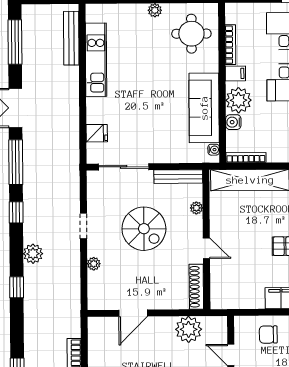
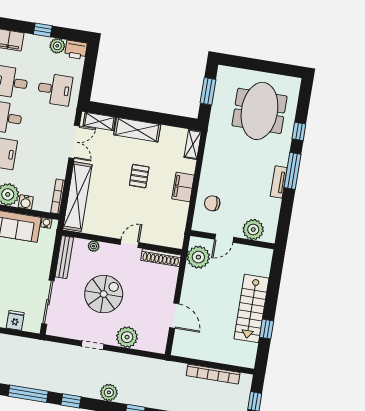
plant: (94, 264) -> (127, 337), width x1.87, depth x1.87
plant: (189, 329) -> (198, 257), moved
chair: (268, 335) -> (212, 203), turned 90

